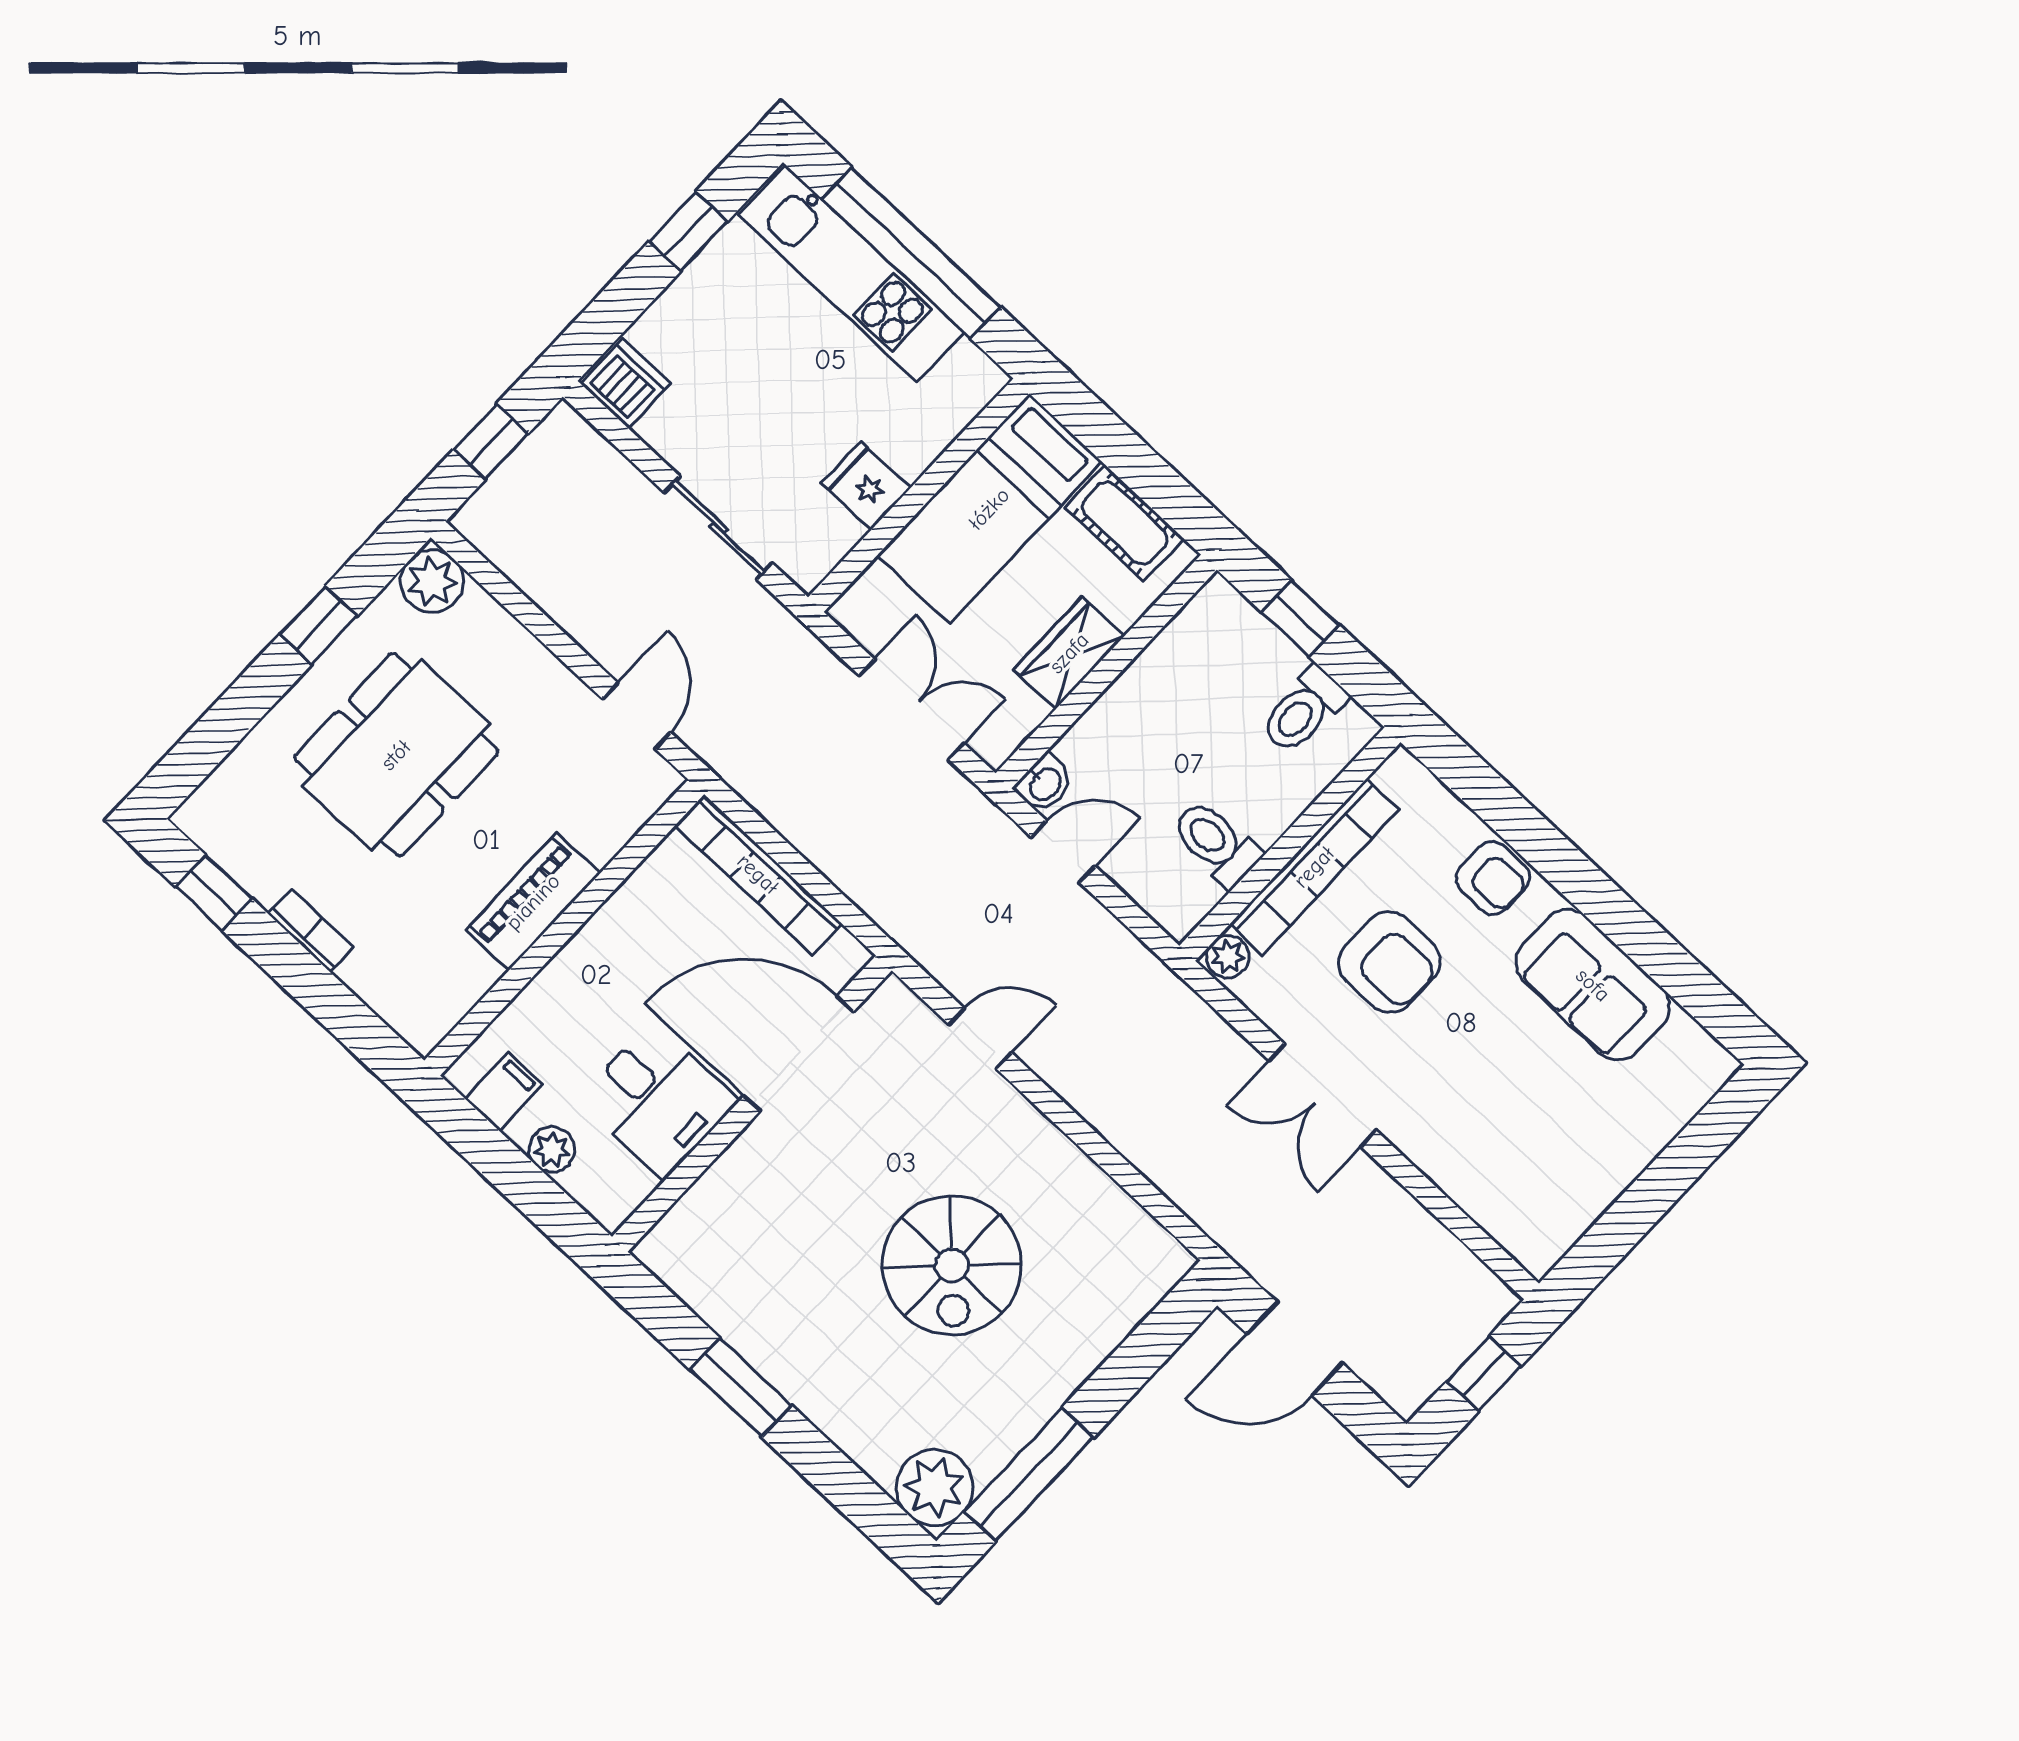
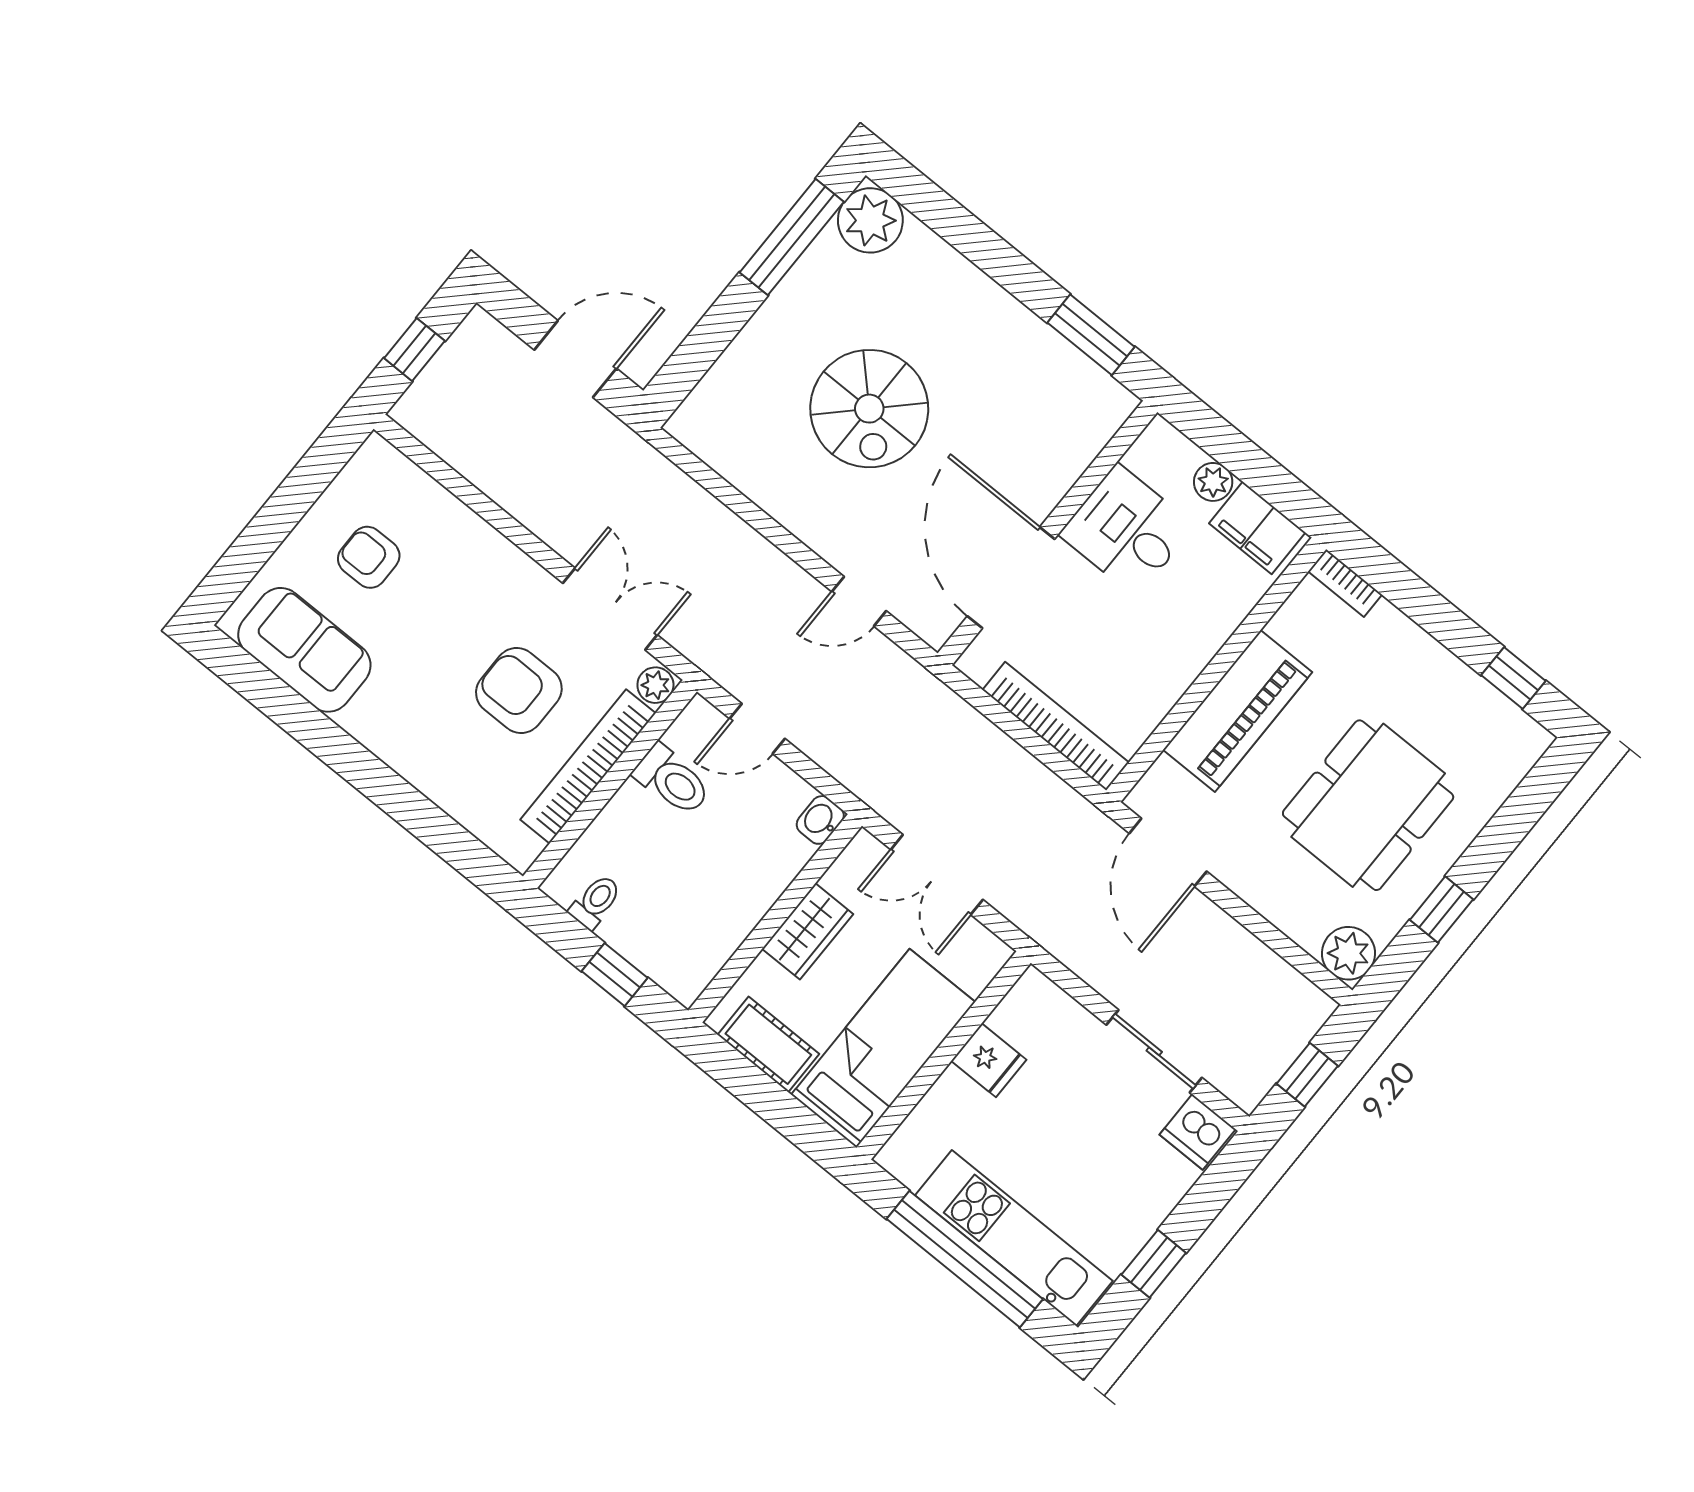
sliding door: (718, 528) -> (1154, 1051), moved
toilet: (1304, 710) -> (595, 902), width x0.73, depth x0.72
door: (637, 716) -> (1168, 852), width x1.38
door: (1063, 852) -> (757, 729), moved
armchair: (1493, 878) -> (369, 557), moved
piano: (533, 902) -> (1238, 711), width x1.37, depth x1.33
bookcase: (310, 930) -> (1345, 583), moved
sofa: (1593, 985) -> (304, 650), moved
door: (799, 1054) -> (1011, 578), swing flipped
filing cabinet: (504, 1092) -> (1257, 528), width x2.00
double door: (1323, 1095) -> (610, 609), moved
spiral stairs: (952, 1265) -> (869, 409), turned 180
window: (741, 1387) -> (1091, 335), moved

